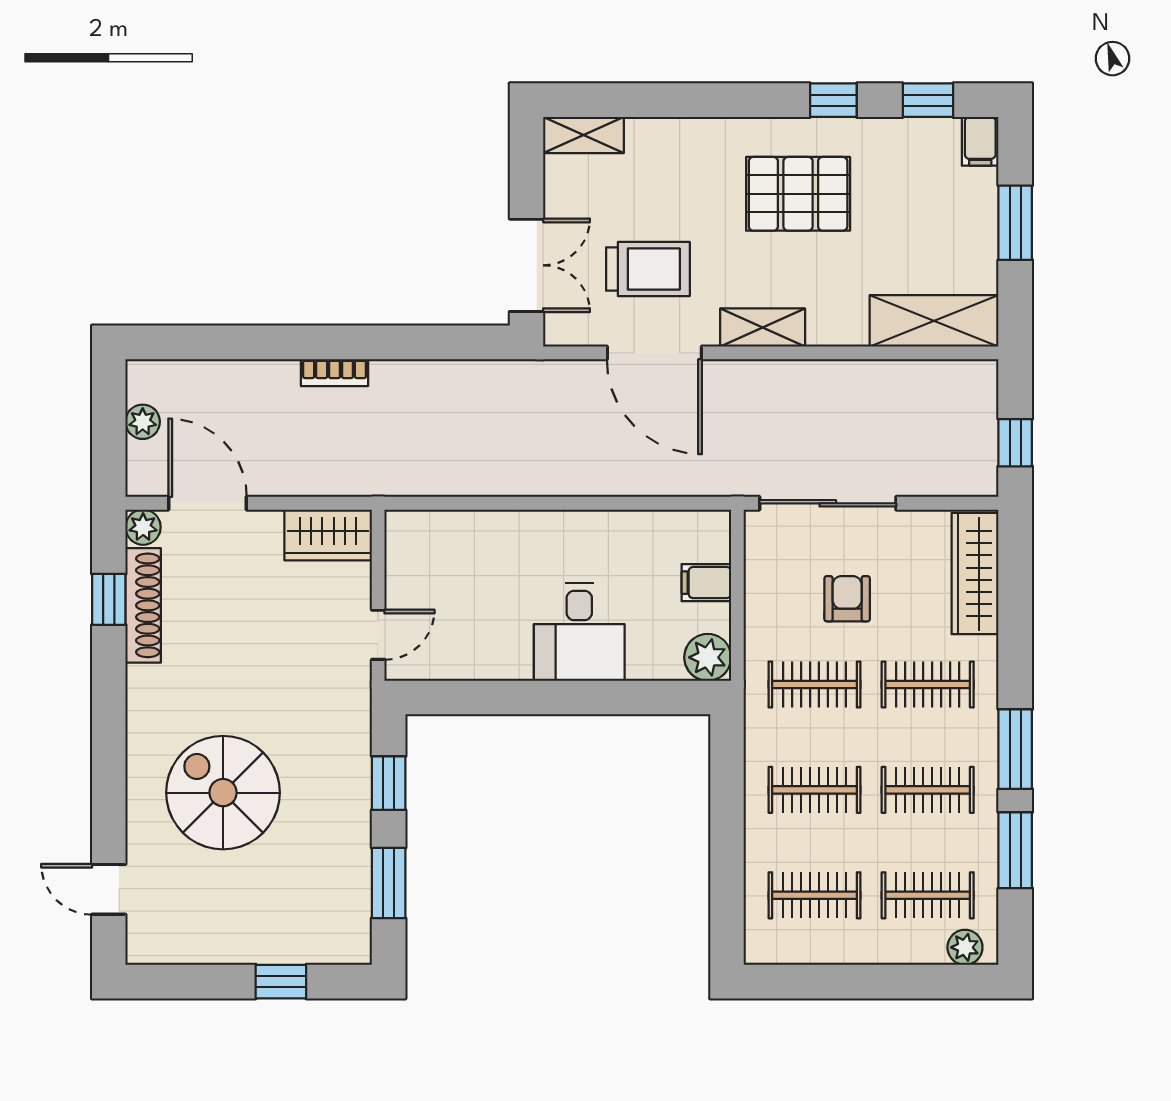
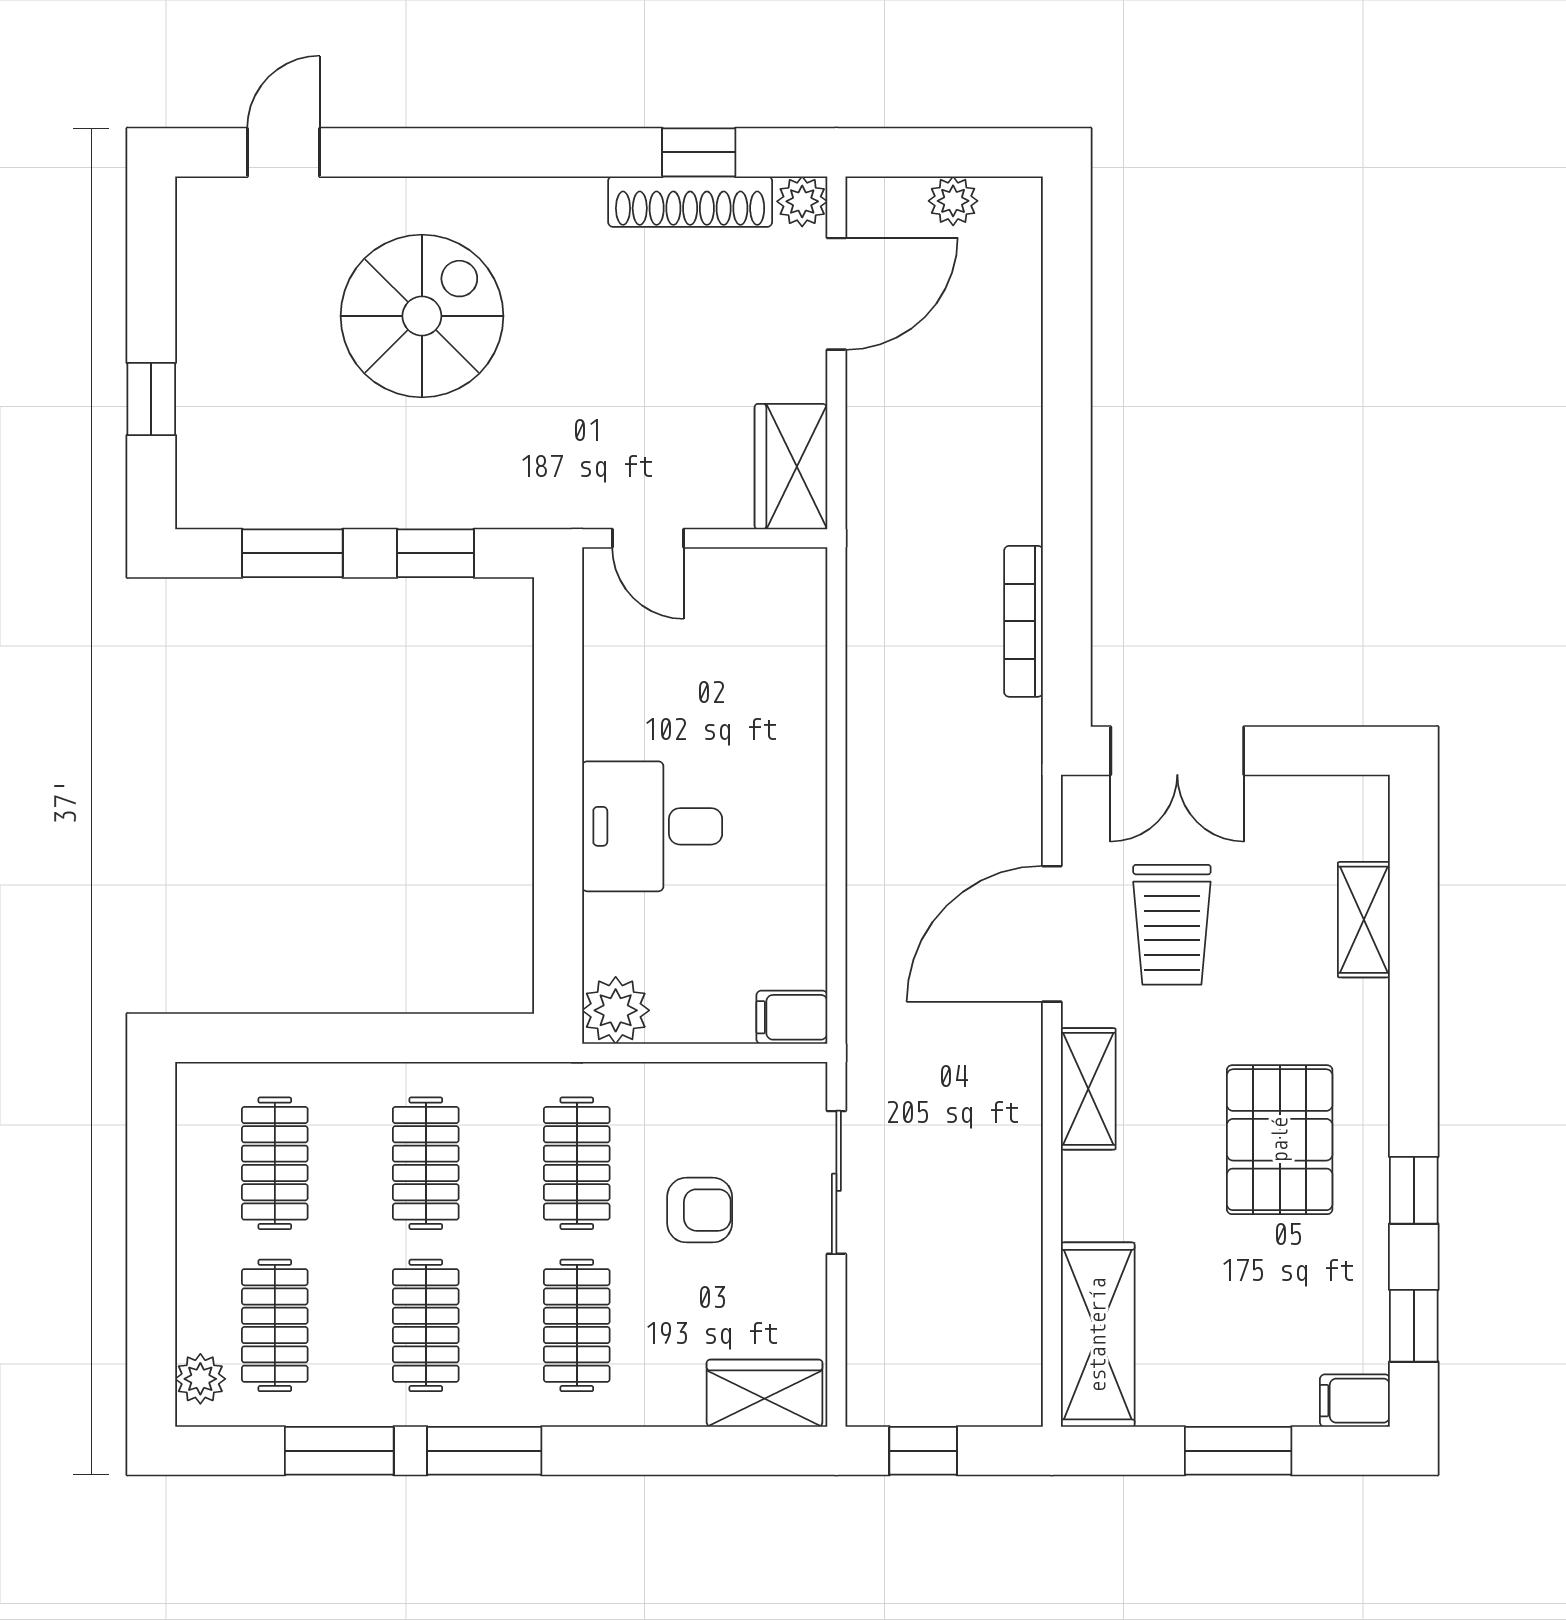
shelving: (583, 135) -> (1364, 920), moved
bookcase: (335, 373) -> (1023, 621), moved, width x1.56
sliding door: (828, 503) -> (836, 1182), width x0.73
wardrobe: (975, 574) -> (765, 1393), width x0.67
filing cabinet: (706, 583) -> (792, 1017), moved, turned -90

